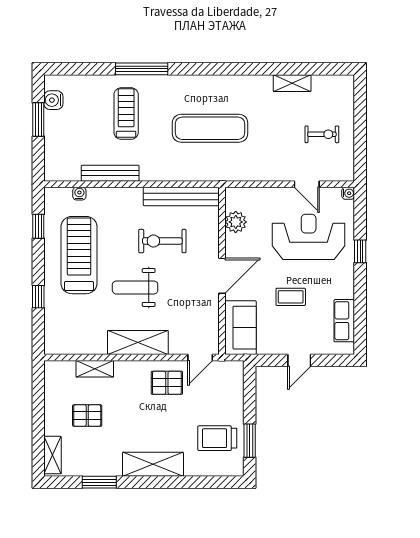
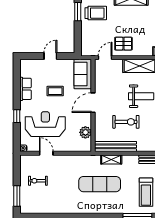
shelving: (292, 83) -> (111, 159), moved
window: (360, 107) -> (17, 196), added
reception desk: (309, 237) -> (45, 124), turned 180
row of seats: (344, 321) -> (26, 89), moved

